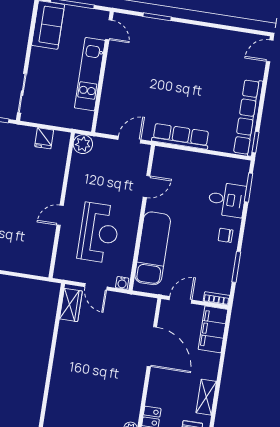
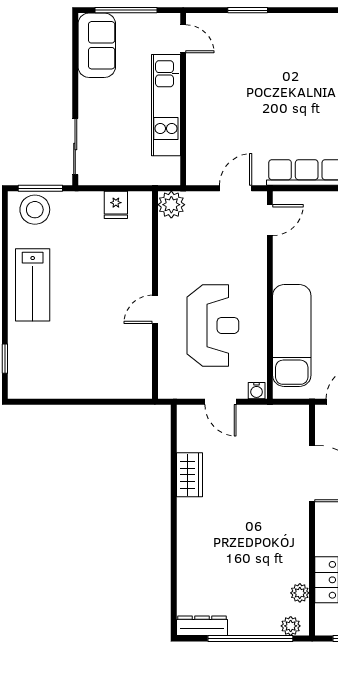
door: (147, 187) -> (270, 220), moved
wardrobe: (71, 305) -> (189, 475), moved

